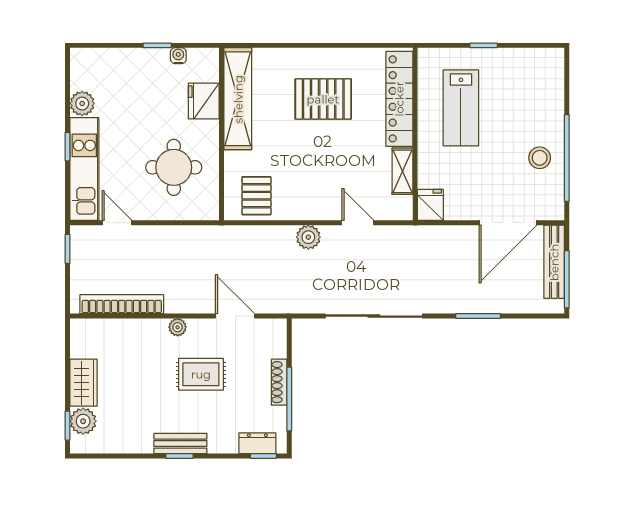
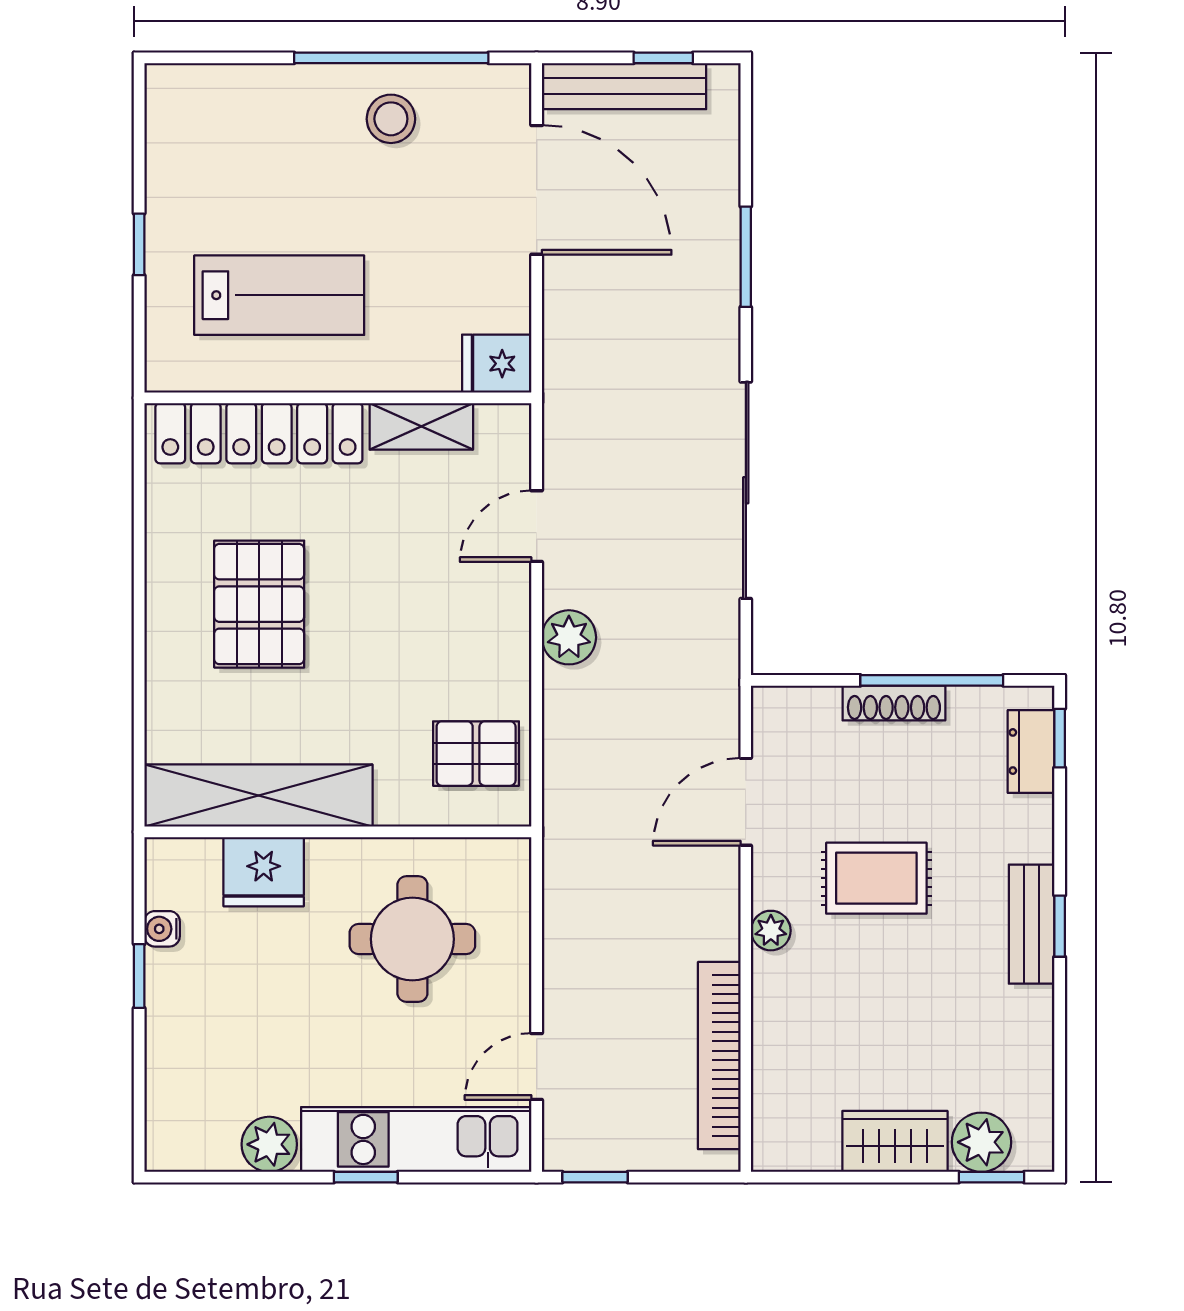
window: (567, 279) -> (663, 58), width x0.46
rug: (201, 374) -> (876, 878), turned 90

